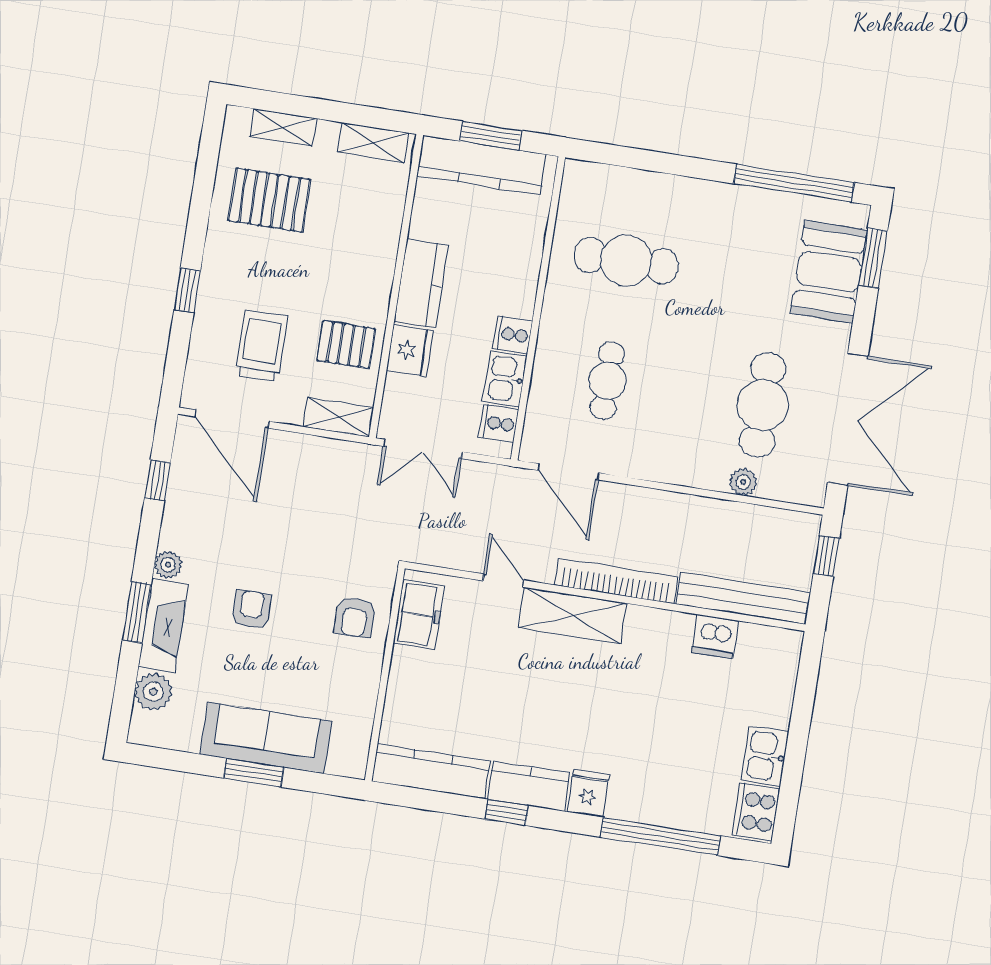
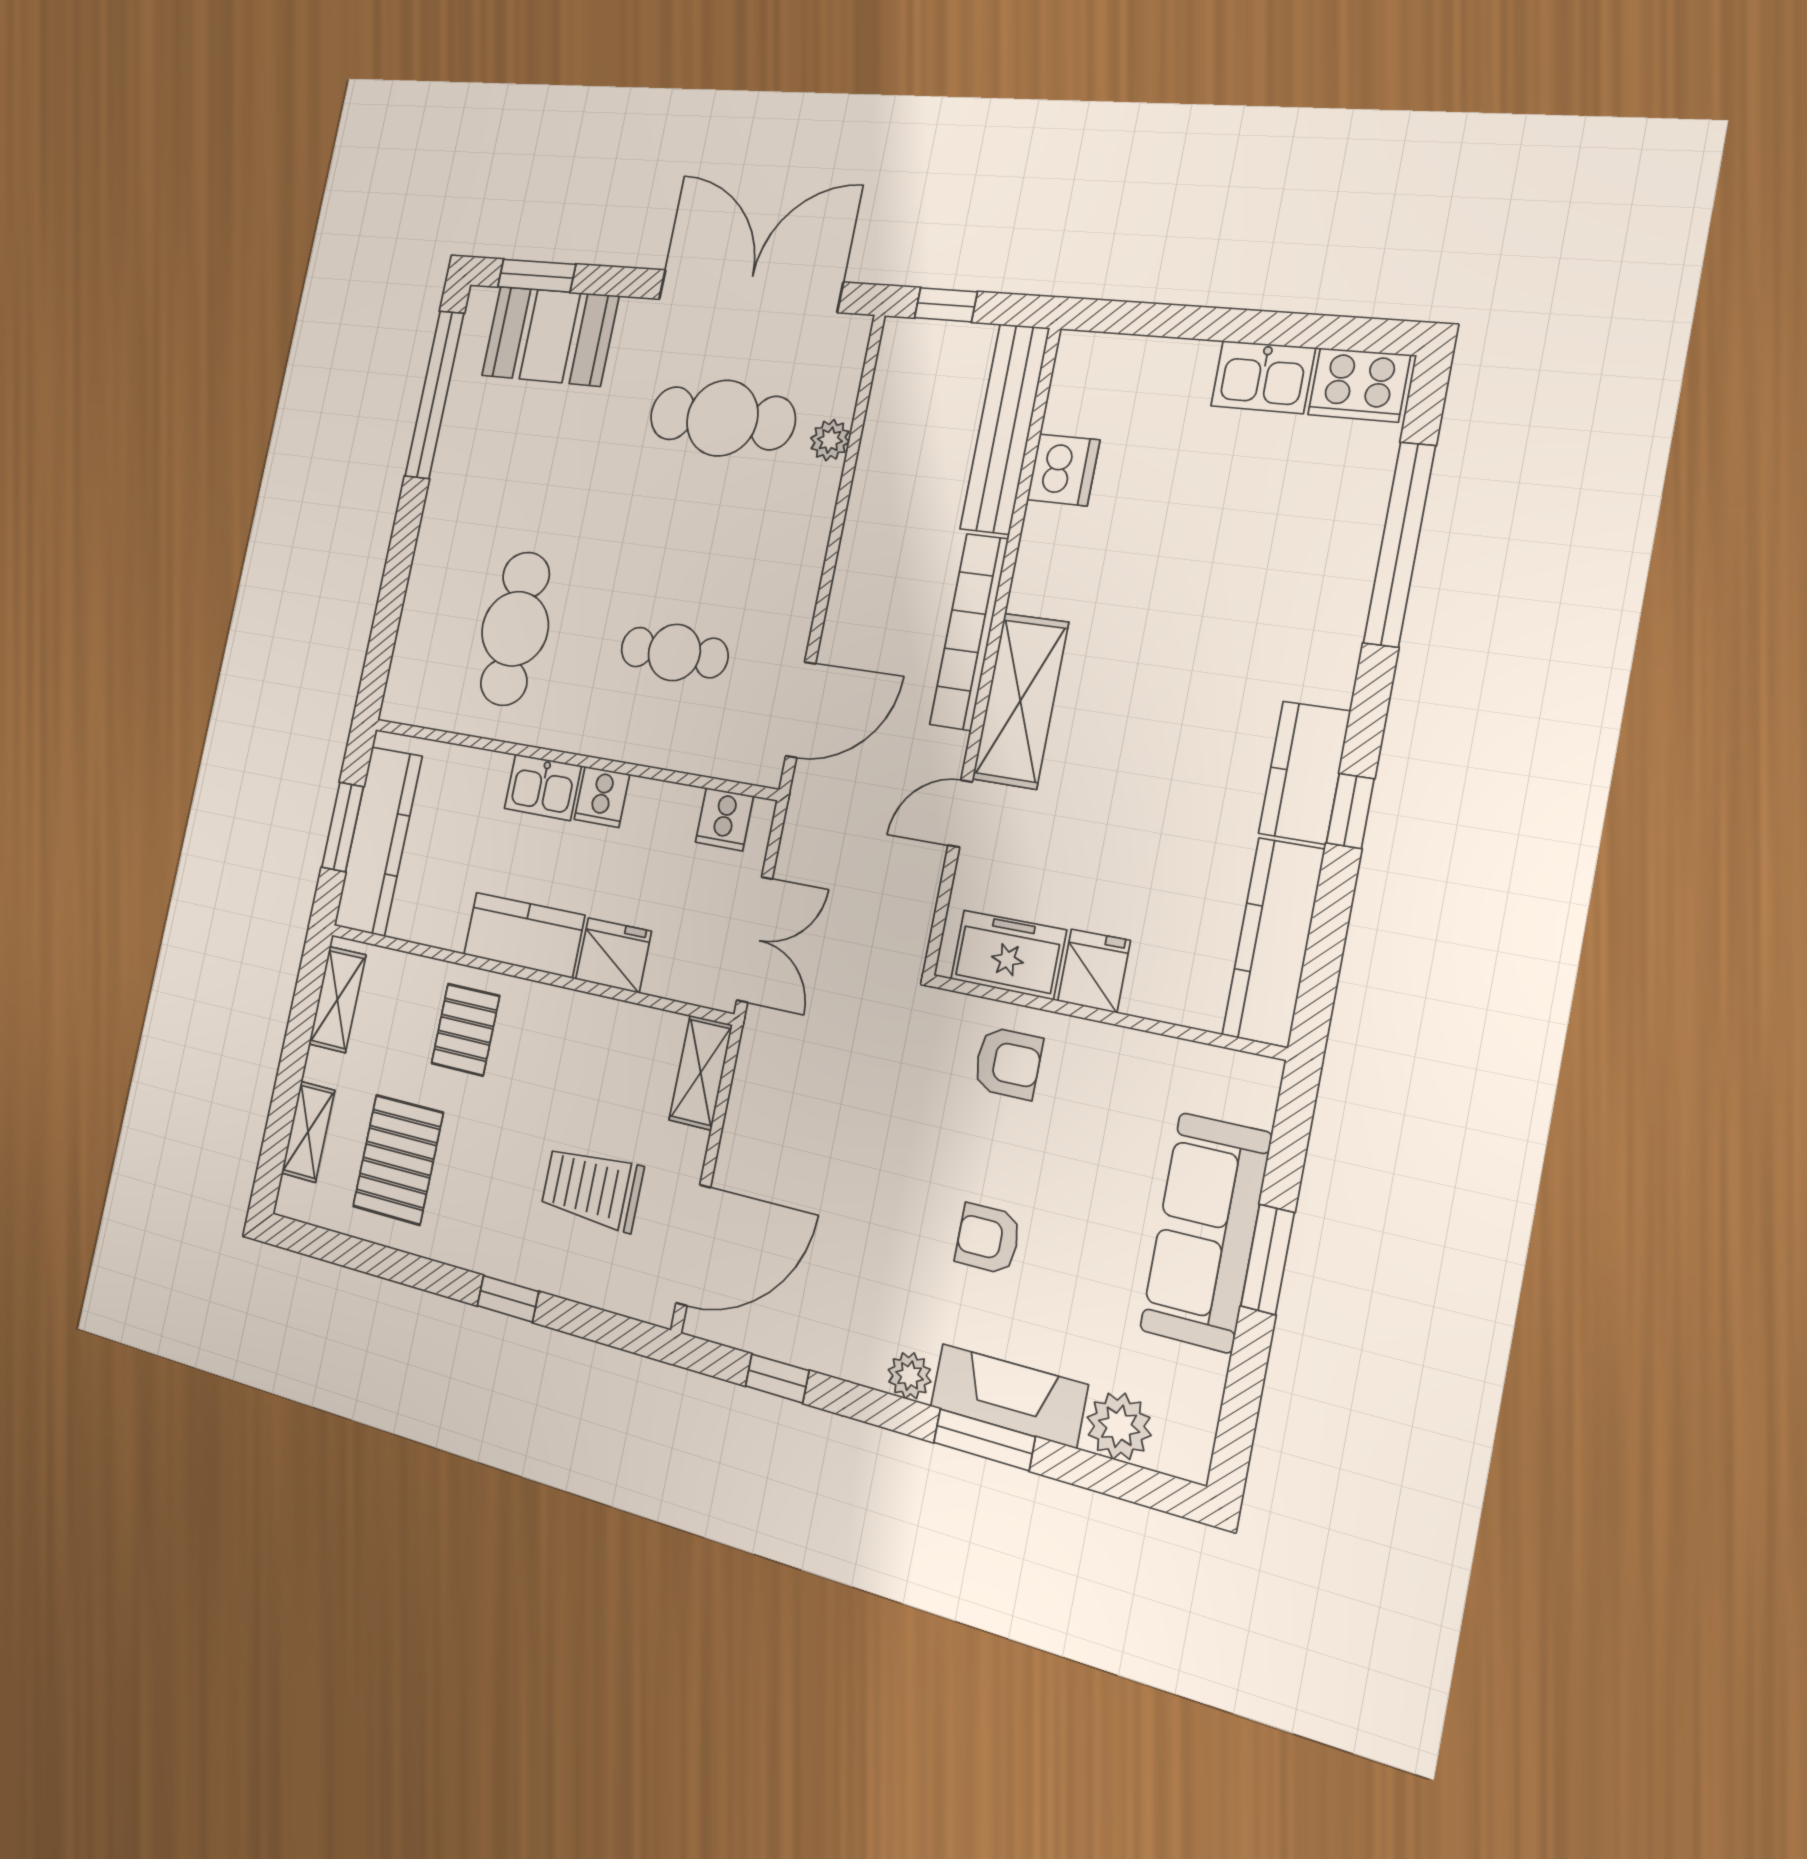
pallet: (346, 345) -> (465, 1030), moved
kitchen sink: (505, 379) -> (543, 787), moved
fridge: (588, 793) -> (1094, 971), moved, turned 90

